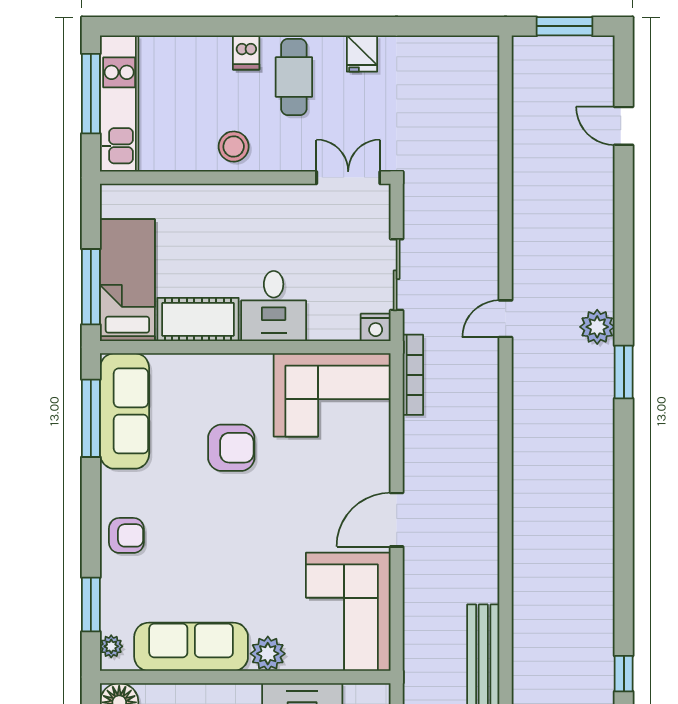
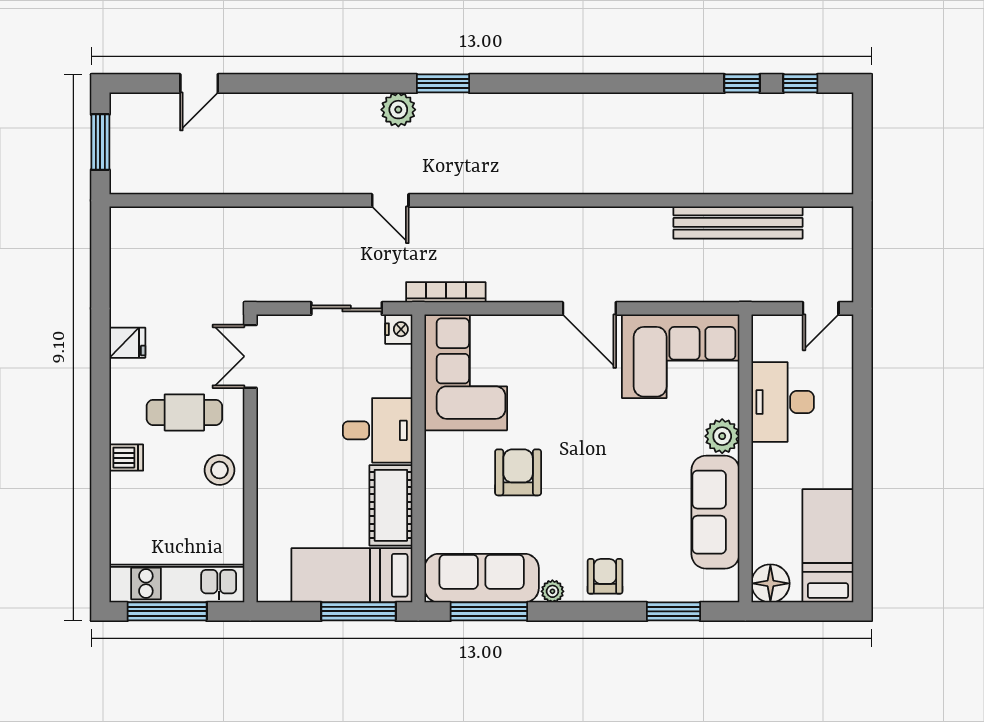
cafe table: (294, 77) -> (184, 412), moved
plant: (111, 646) -> (552, 591), moved

